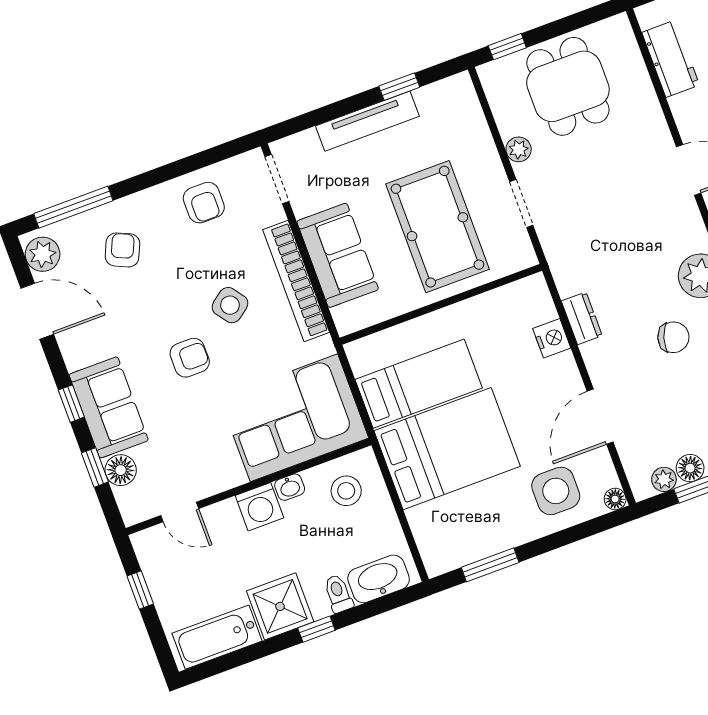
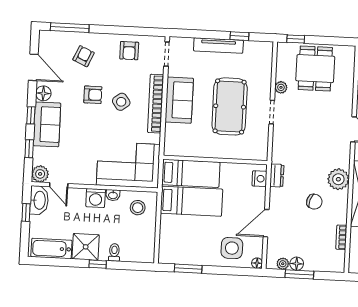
plant: (43, 254) -> (40, 174), moved
wall: (441, 304) -> (215, 160), moved
armchair: (190, 358) -> (93, 95), moved
bed: (447, 449) -> (192, 201), width x0.67
floor lamp: (121, 470) -> (43, 93), moved
washbasin: (379, 579) -> (39, 200), moved, turned 90

